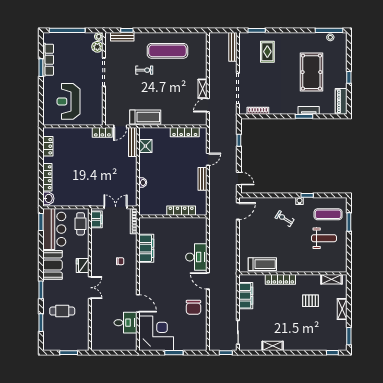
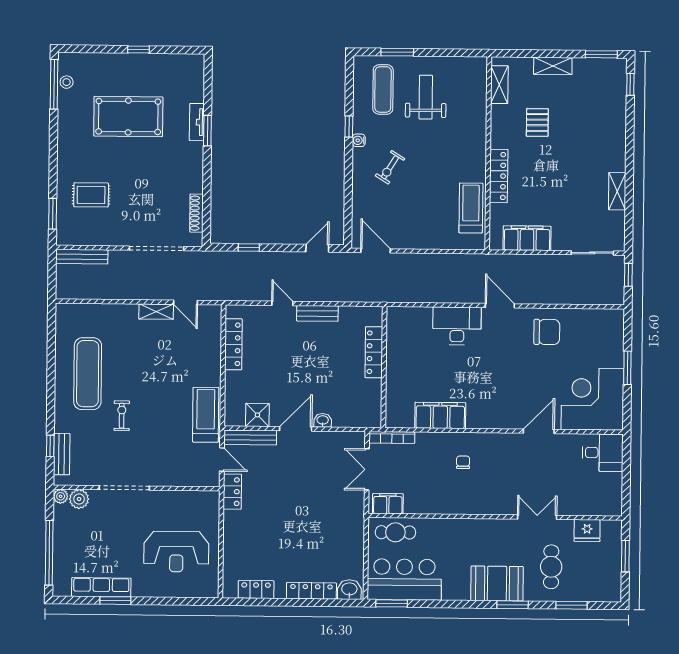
piano: (341, 101) -> (181, 64), removed
door: (138, 167) -> (296, 429), added
booth: (53, 265) -> (497, 584), moved
fridge: (83, 266) -> (587, 531), moved
door: (208, 281) -> (500, 306), swing flipped
double door: (90, 288) -> (537, 517), moved
desk: (126, 323) -> (603, 453), moved, turned 90

